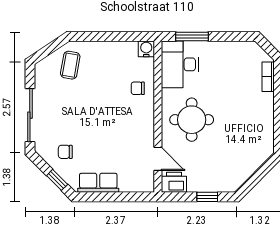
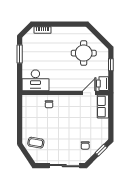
window: (192, 36) -> (20, 54), moved
water cooler: (146, 49) -> (27, 99), removed
round table: (192, 120) -> (84, 53), moved
row of seats: (98, 183) -> (103, 106), moved

